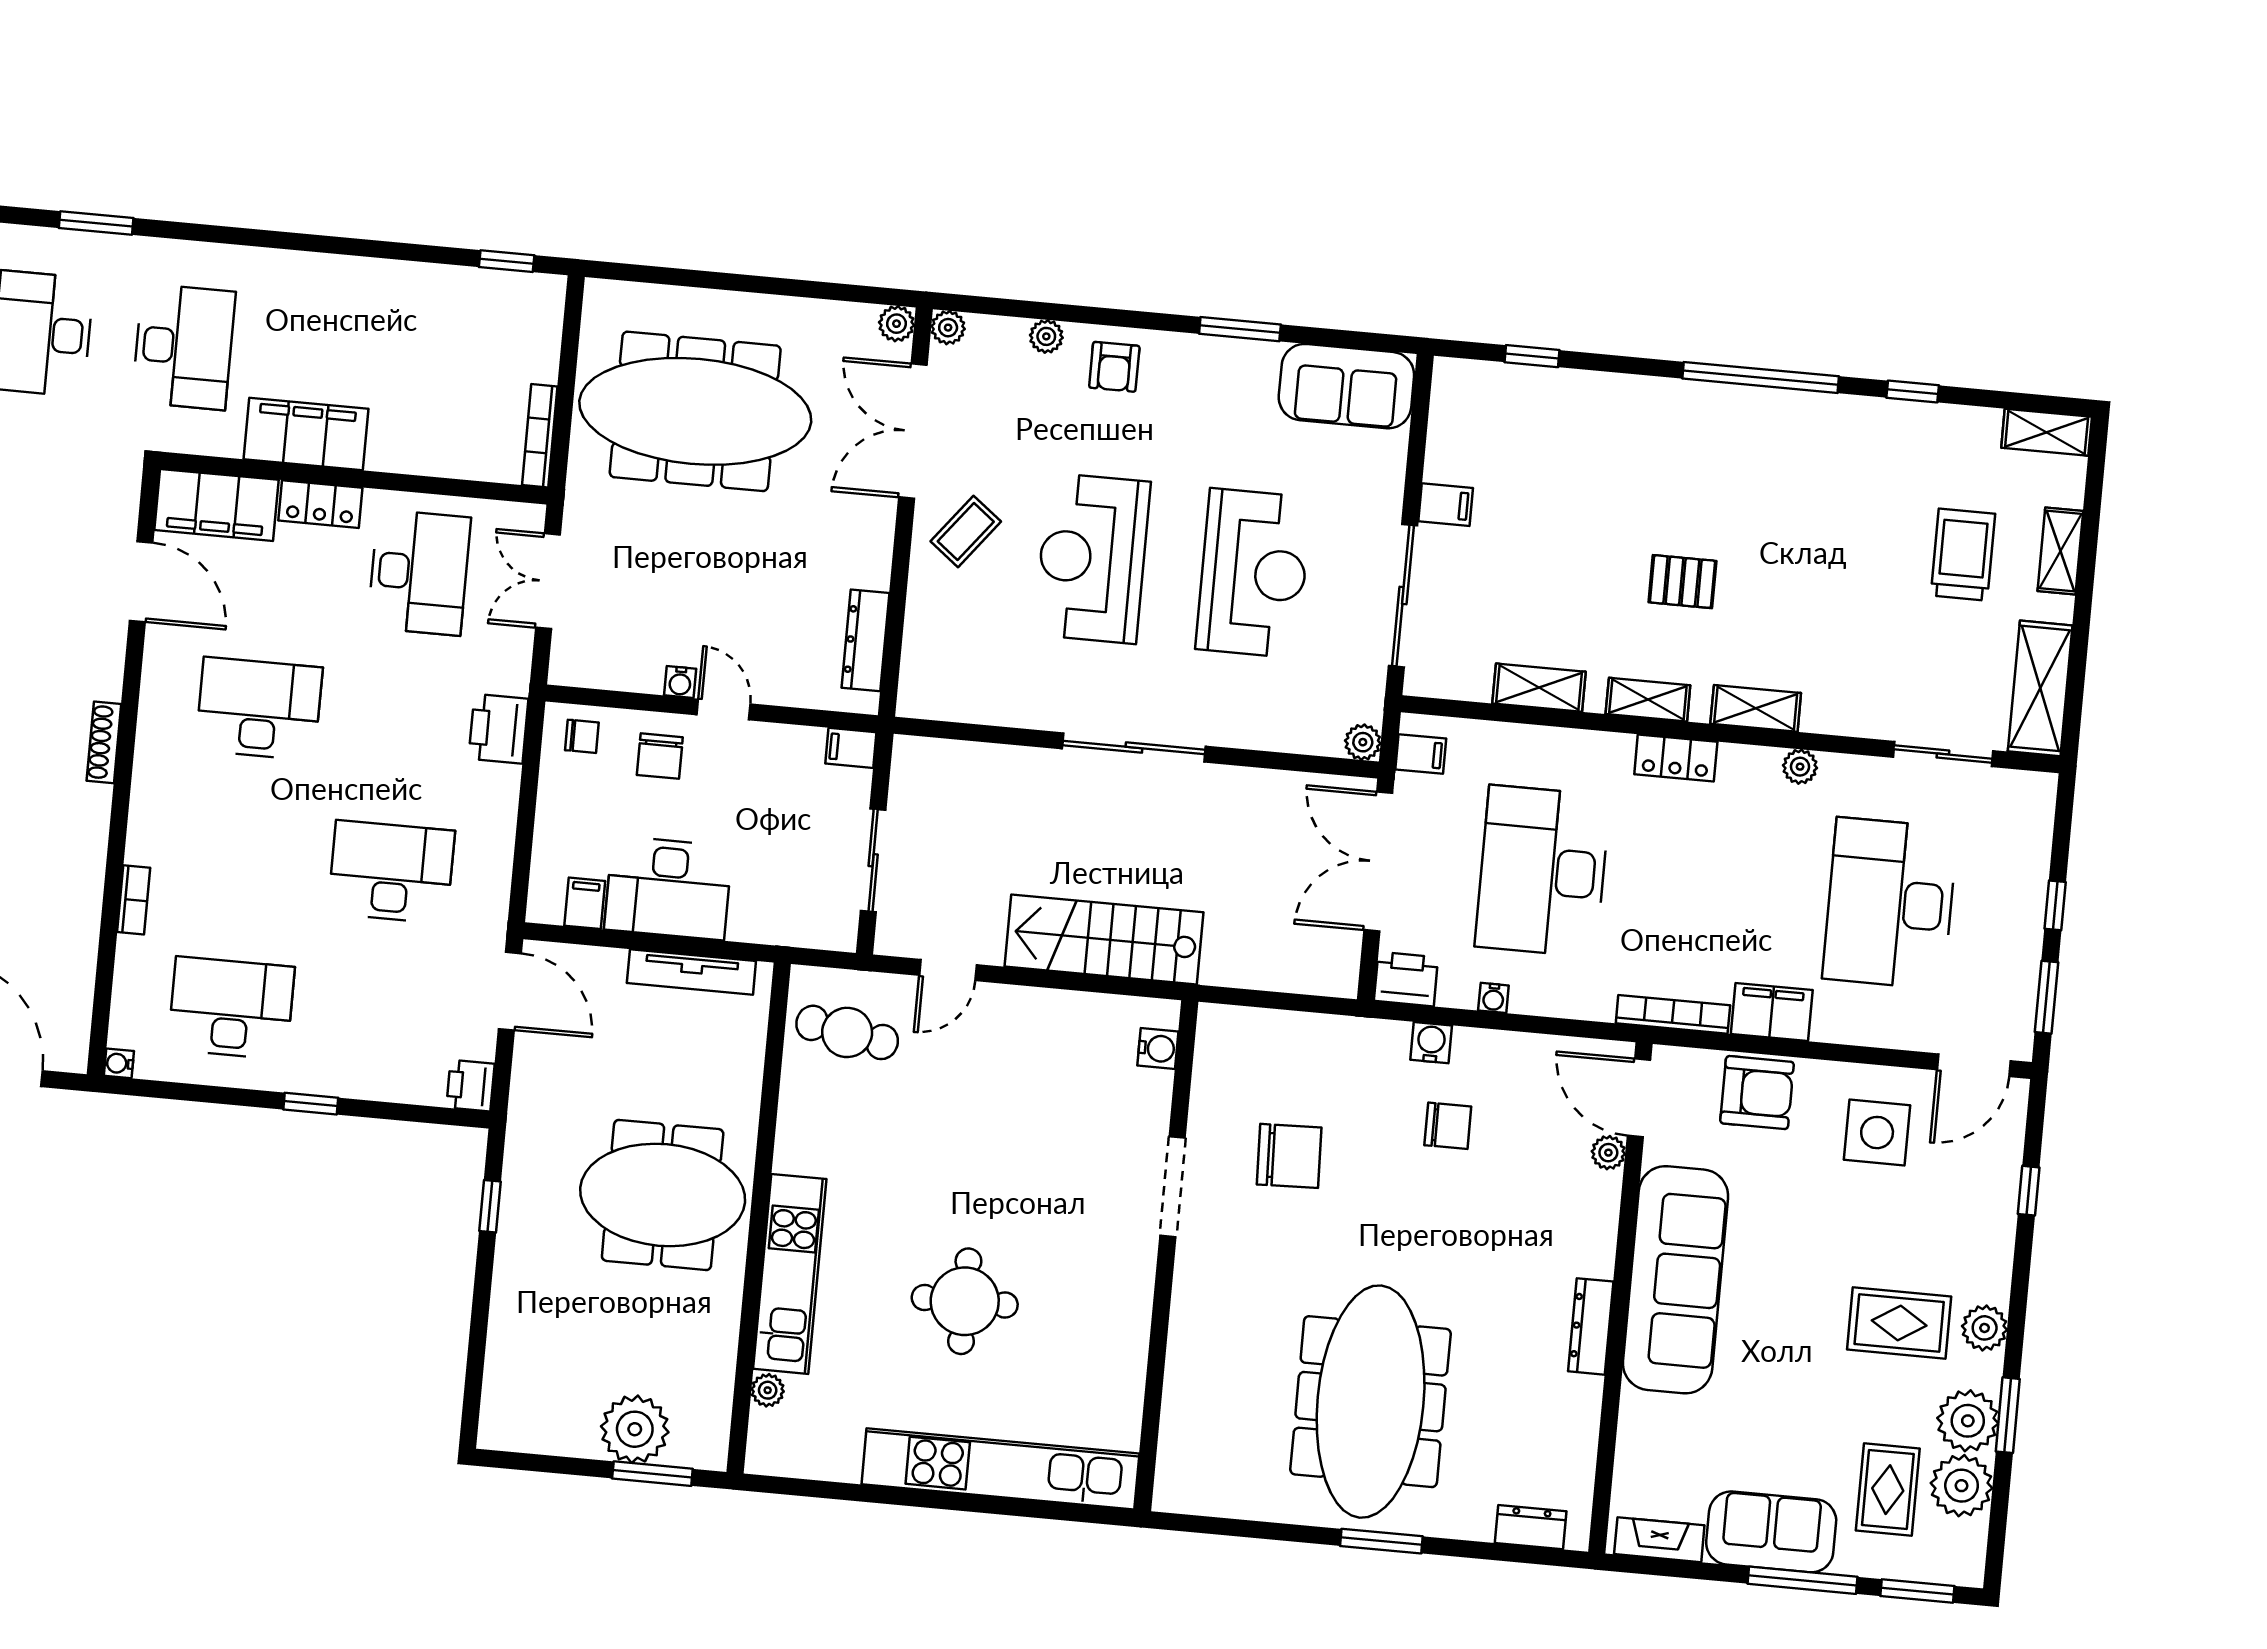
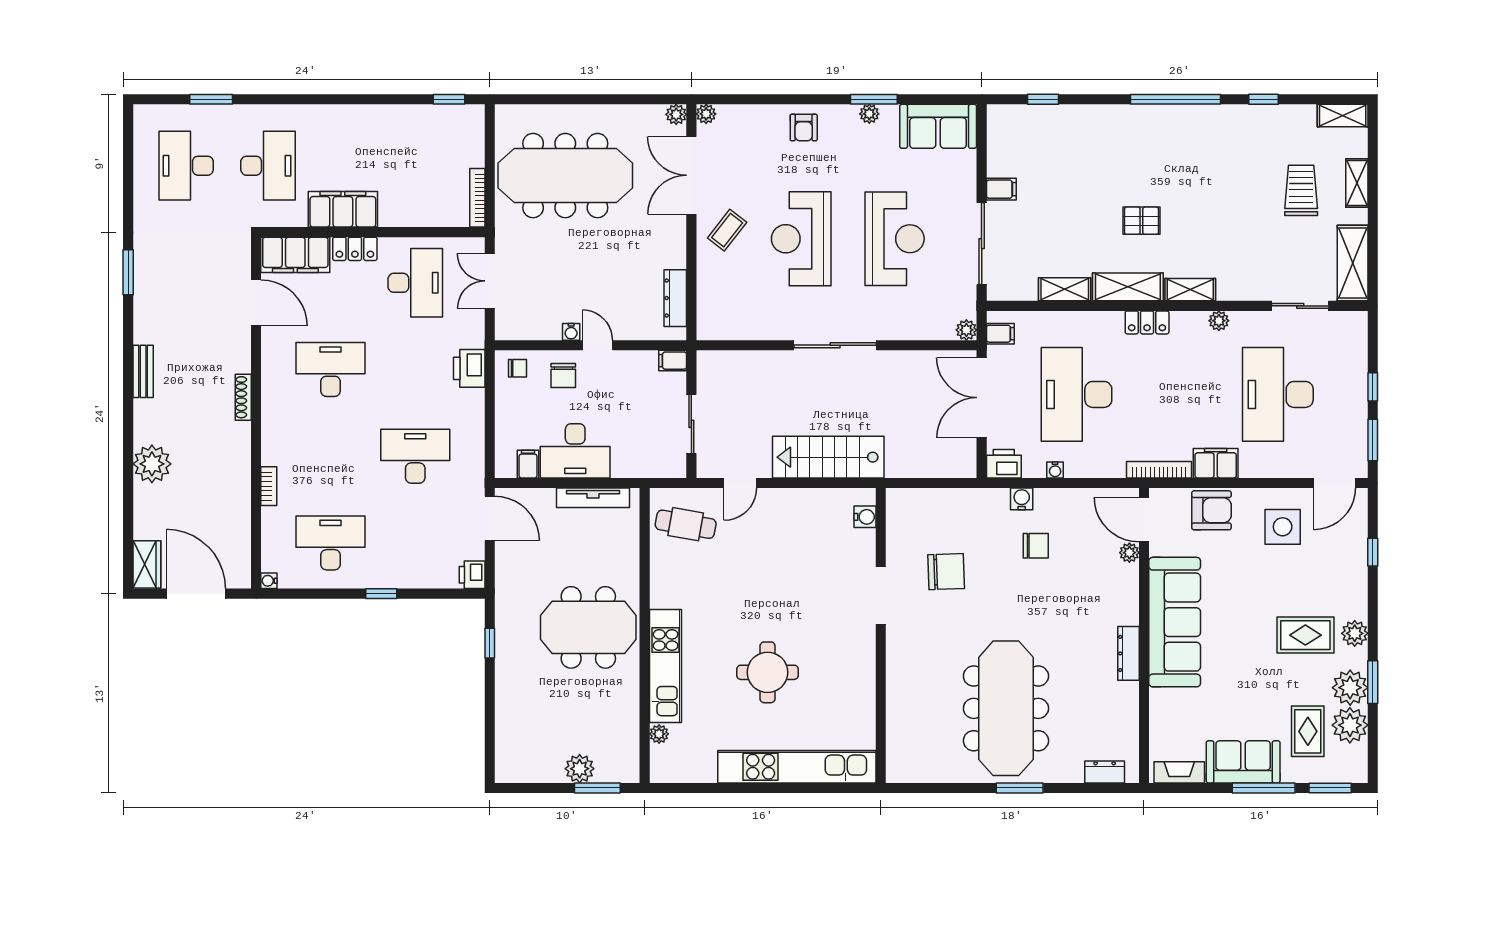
plant: (1046, 336) -> (869, 114), moved
shelving: (1648, 700) -> (1128, 287), width x1.50, depth x1.33
plant: (635, 1429) -> (580, 769), width x0.73, depth x0.73

